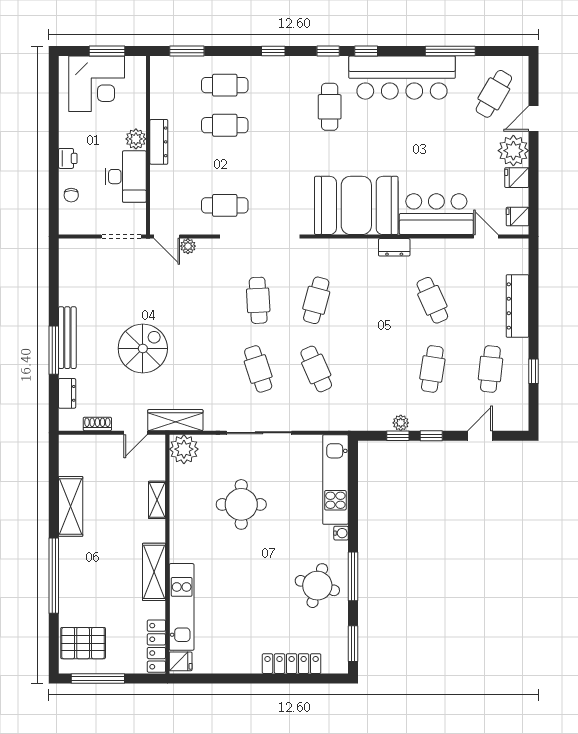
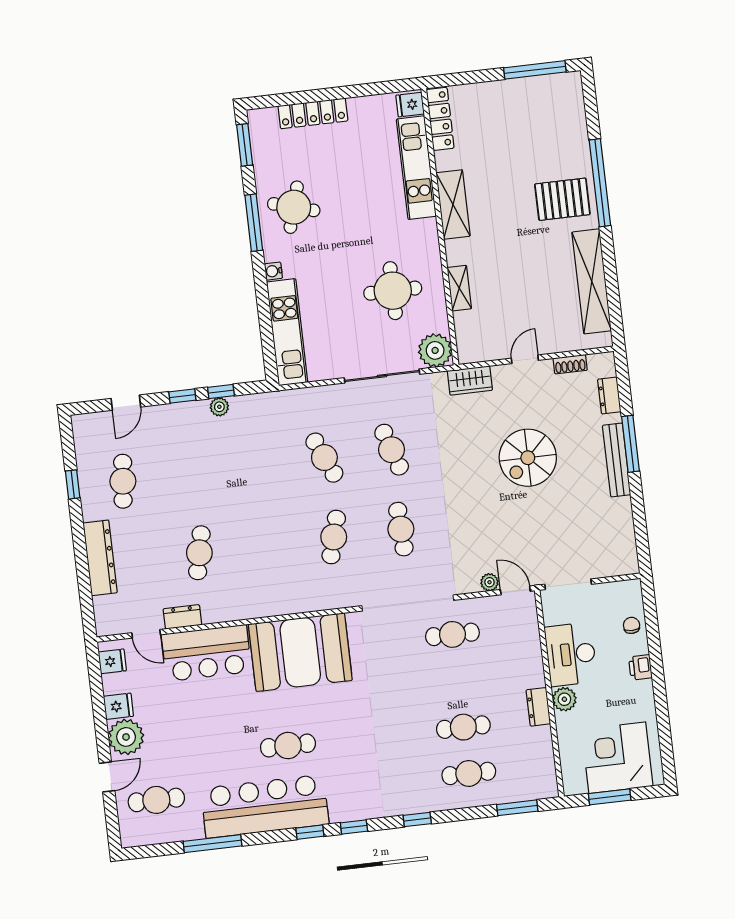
cafe table: (494, 94) -> (156, 800), turned 60
cafe table: (330, 107) -> (288, 746), moved, turned 90
dresser: (159, 142) -> (538, 707), width x0.70
dresser: (394, 247) -> (182, 617), moved
cafe table: (432, 300) -> (199, 553), turned 36
cafe table: (432, 369) -> (190, 473), removed
wardrobe: (175, 420) -> (470, 380), width x0.67
plant: (184, 449) -> (435, 350), moved
shelving: (157, 500) -> (459, 288), moved
shelving: (71, 506) -> (592, 281), width x1.47
wall: (167, 554) -> (440, 227), moved
shelving: (154, 572) -> (453, 204), moved
kitchen unit: (182, 607) -> (416, 168), moved
pallet: (83, 643) -> (562, 199), moved
locker: (156, 646) -> (440, 119), moved
fridge: (181, 661) -> (410, 105), moved

